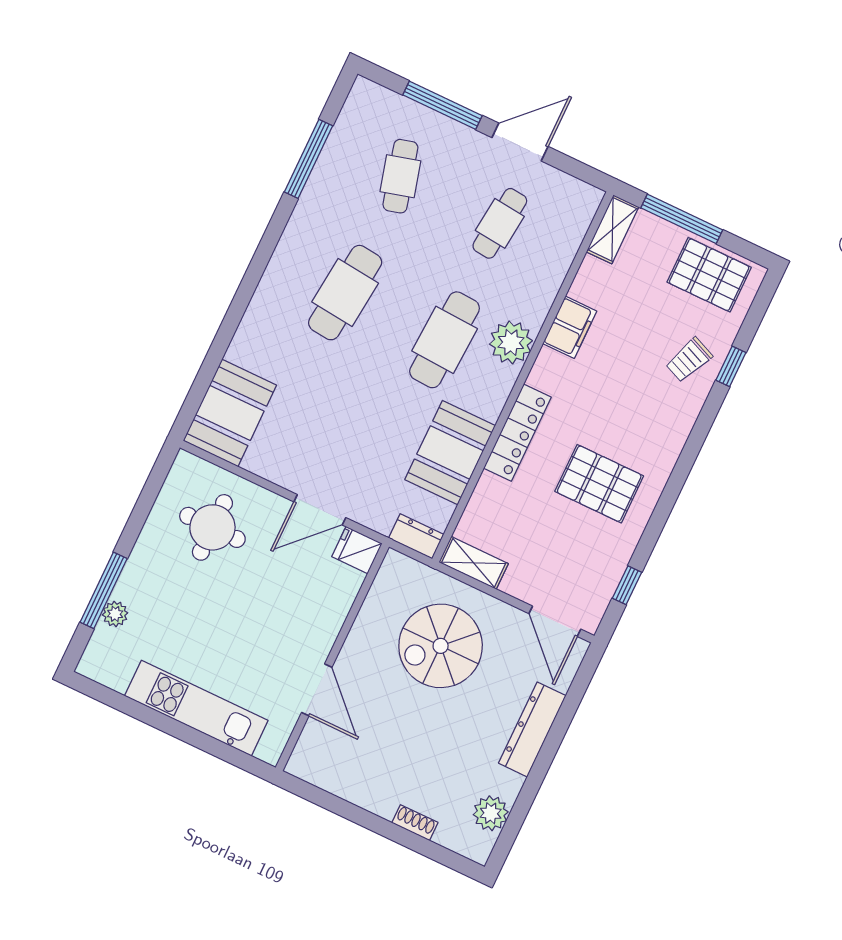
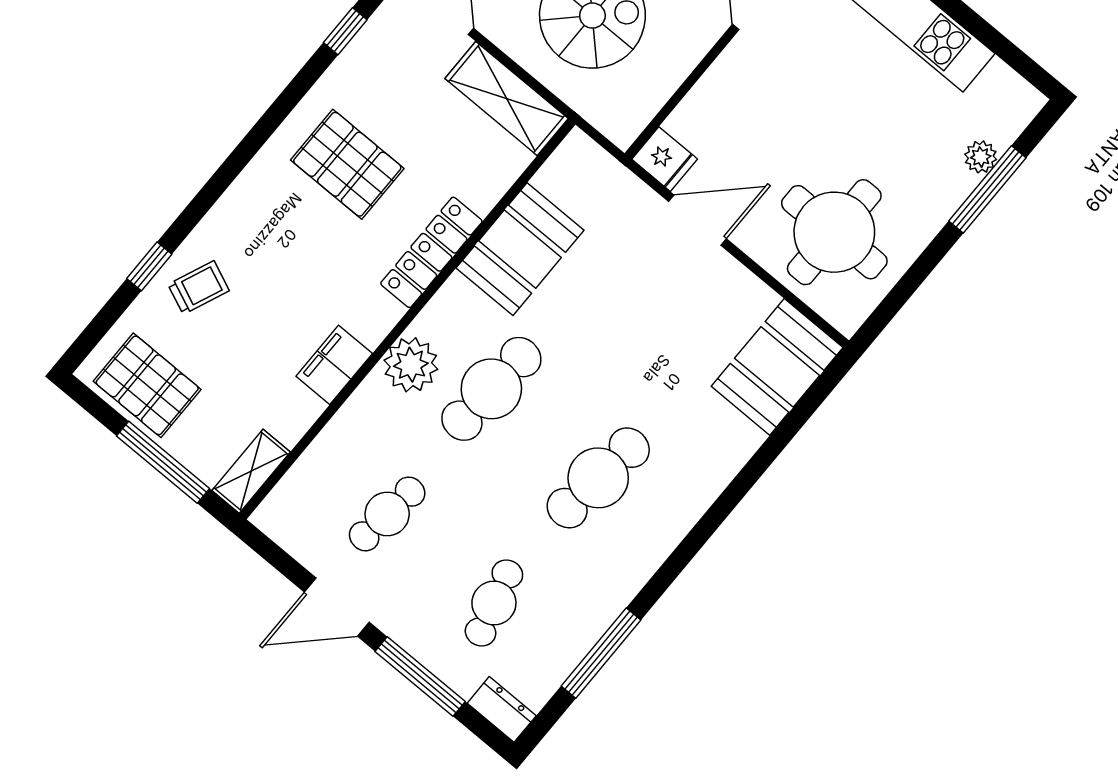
round table: (212, 527) -> (834, 232), width x1.36, depth x1.36
dresser: (416, 536) -> (502, 709), moved, turned 180
shelving: (474, 563) -> (507, 98), width x1.50, depth x1.33

